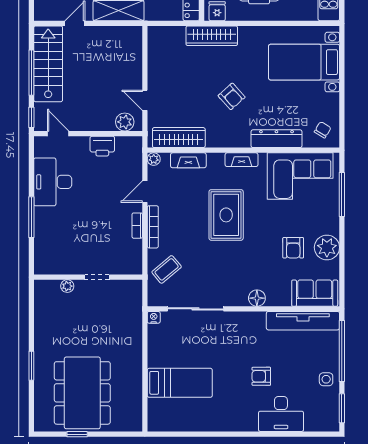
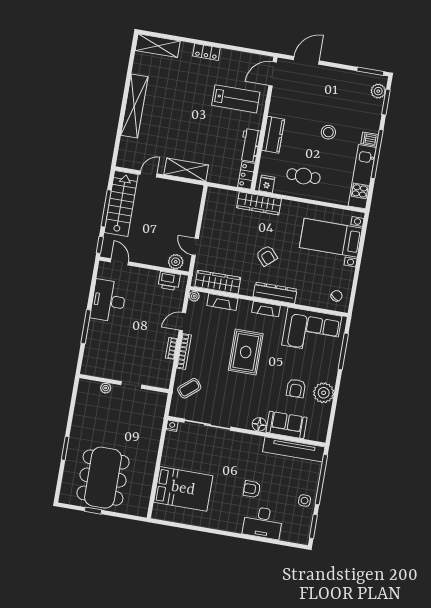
dresser: (276, 139) -> (275, 293), moved
printer: (102, 146) -> (169, 281), moved
sofa: (315, 293) -> (287, 425), moved
bed: (180, 383) -> (183, 489), width x1.50

